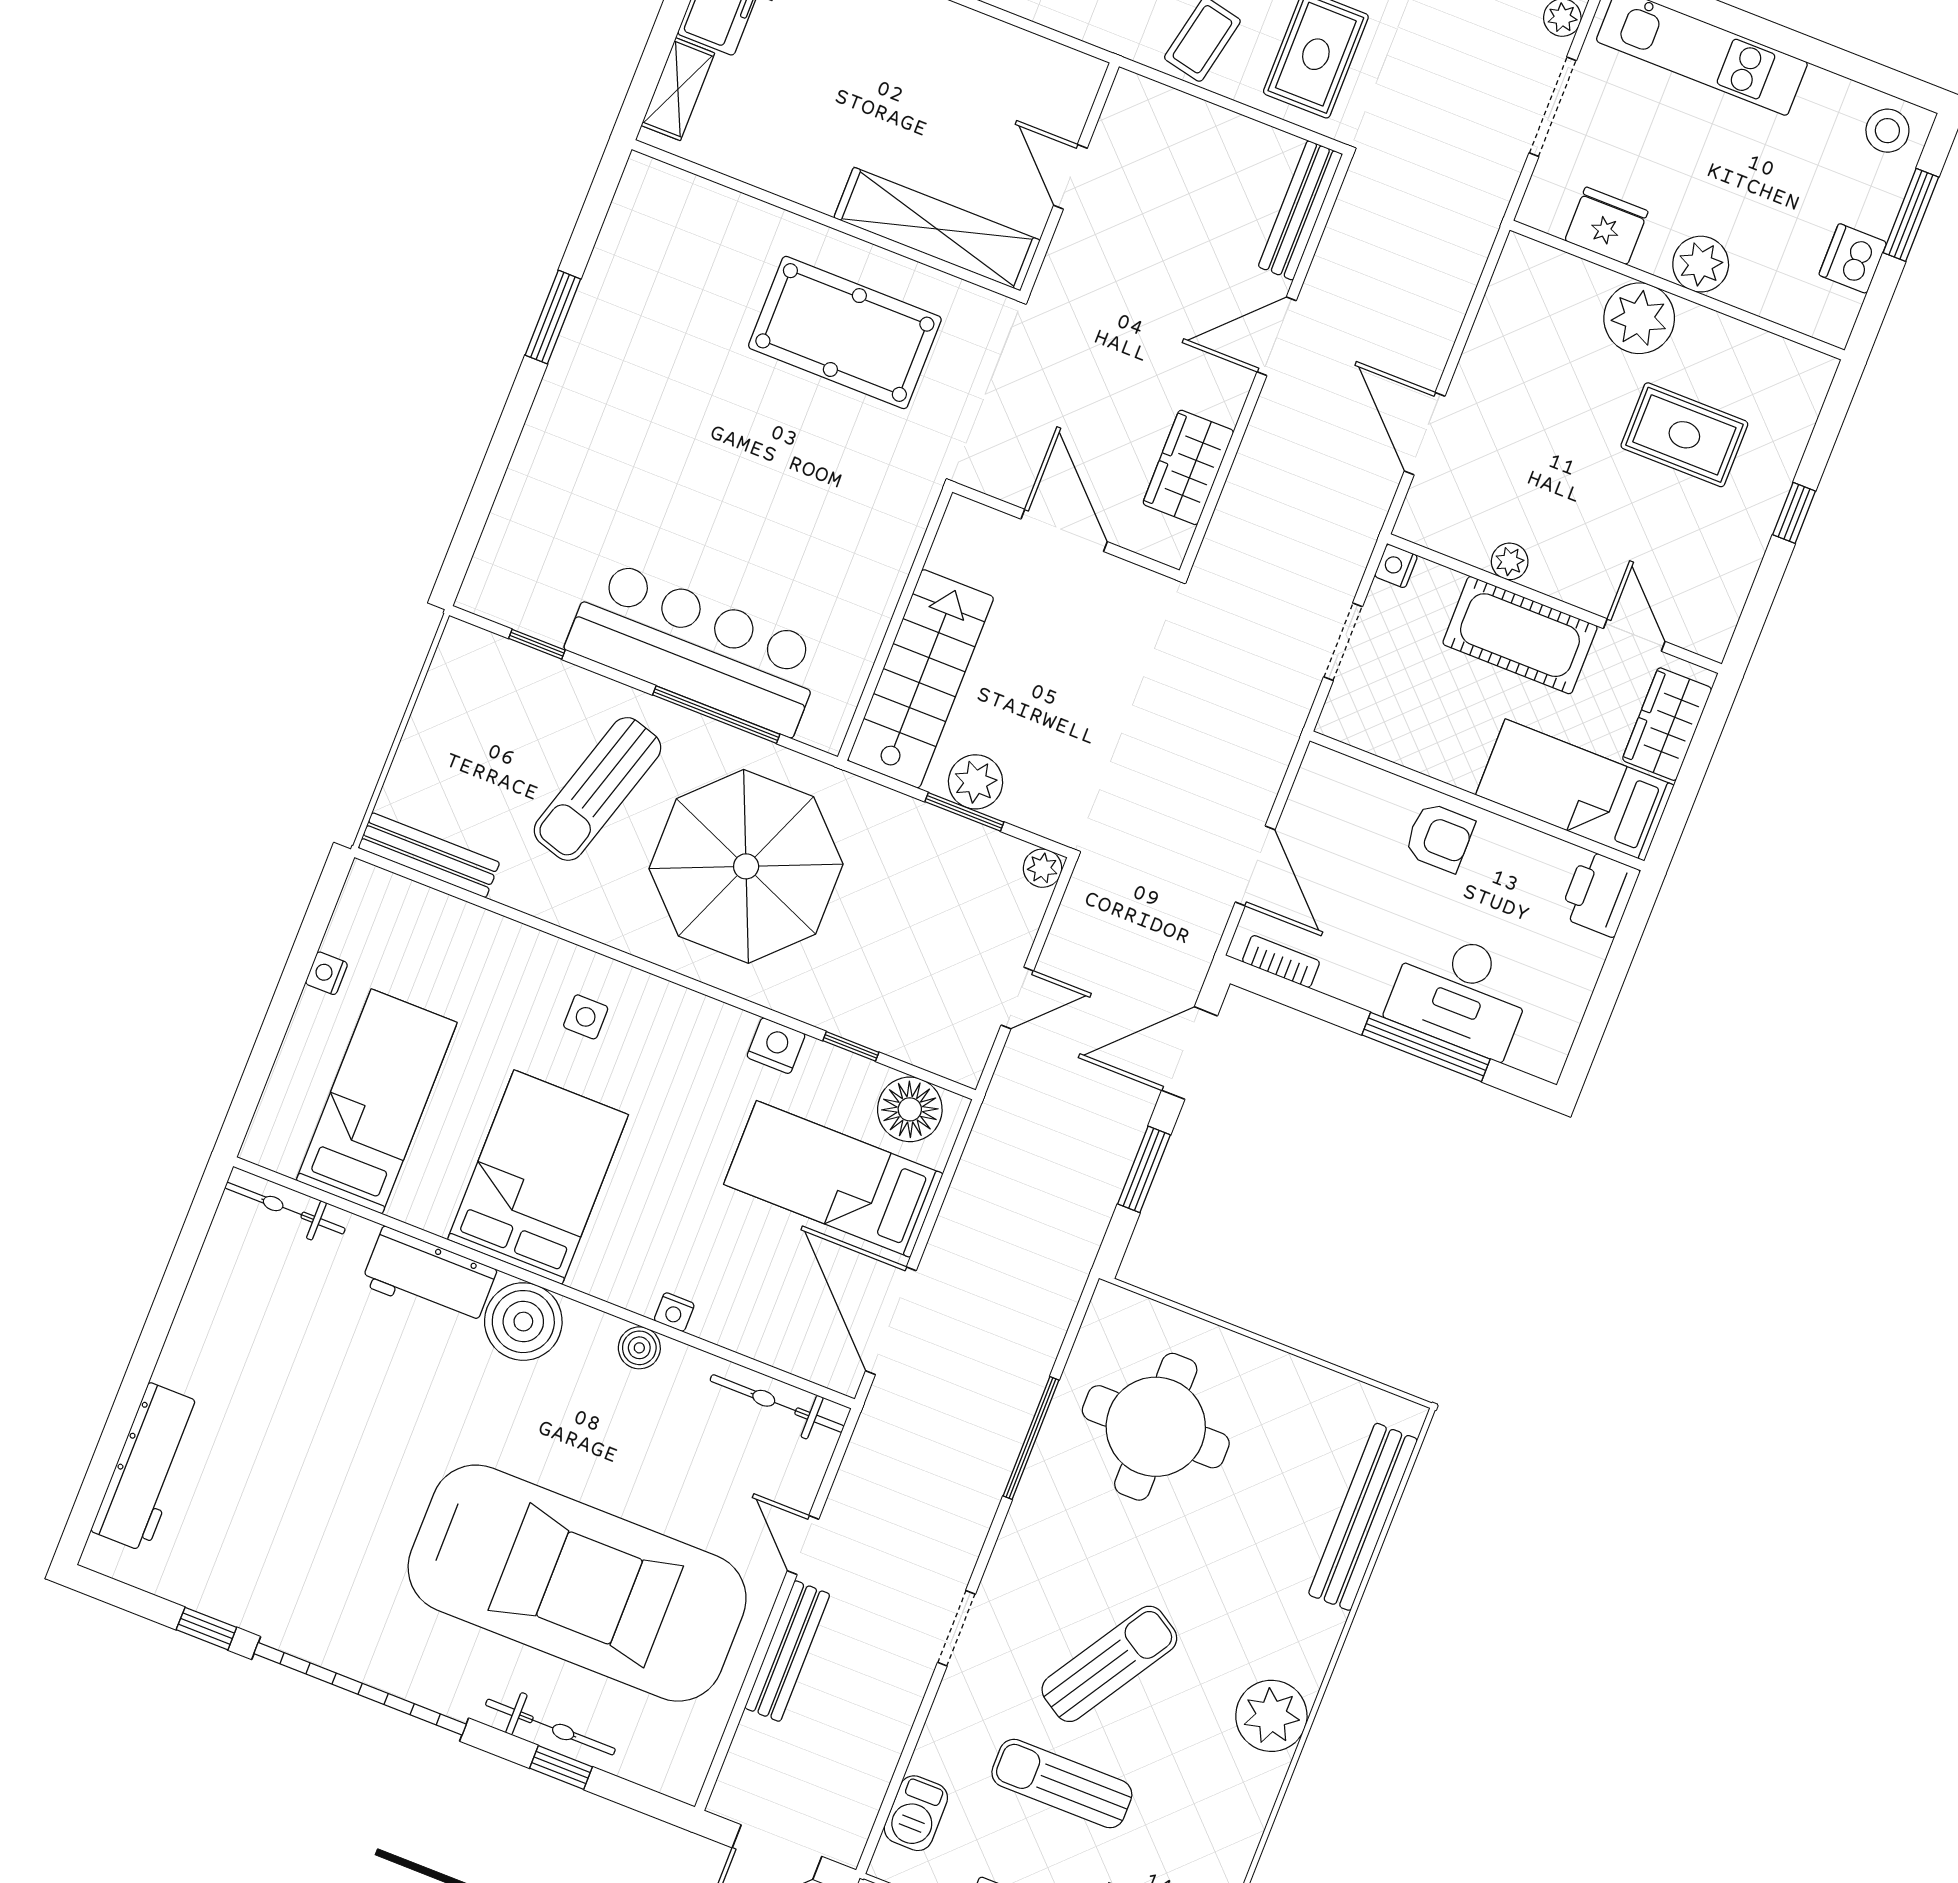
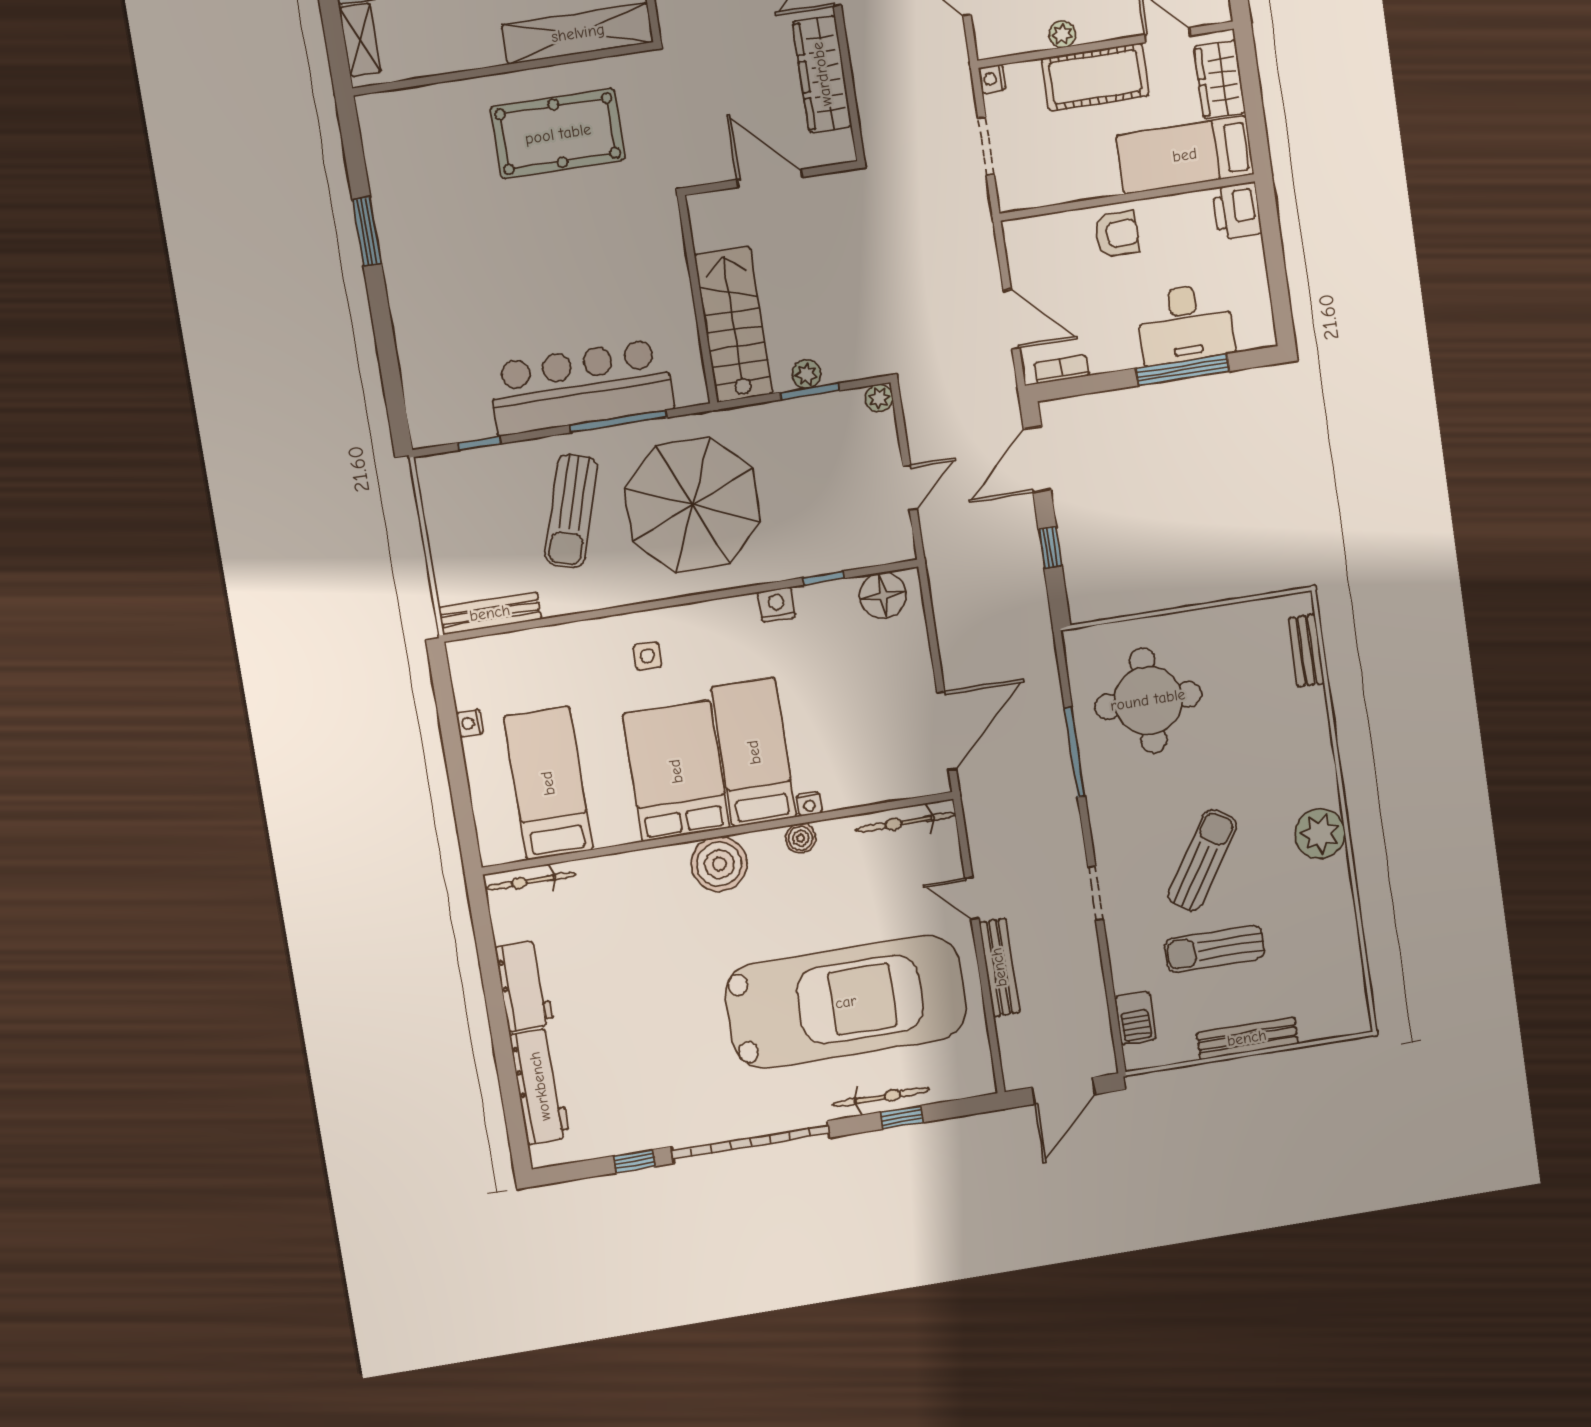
wardrobe: (1188, 467) -> (822, 74), width x1.50
plant: (976, 782) -> (806, 374), width x0.73, depth x0.73
window: (1144, 1169) -> (1050, 548), width x0.67
bed: (833, 1179) -> (754, 752), moved, turned 90
workbench: (429, 1277) -> (524, 986), moved, turned -90
door: (891, 1321) -> (947, 731), swing flipped
bench: (1363, 1517) -> (1306, 651), width x0.54, depth x0.82

